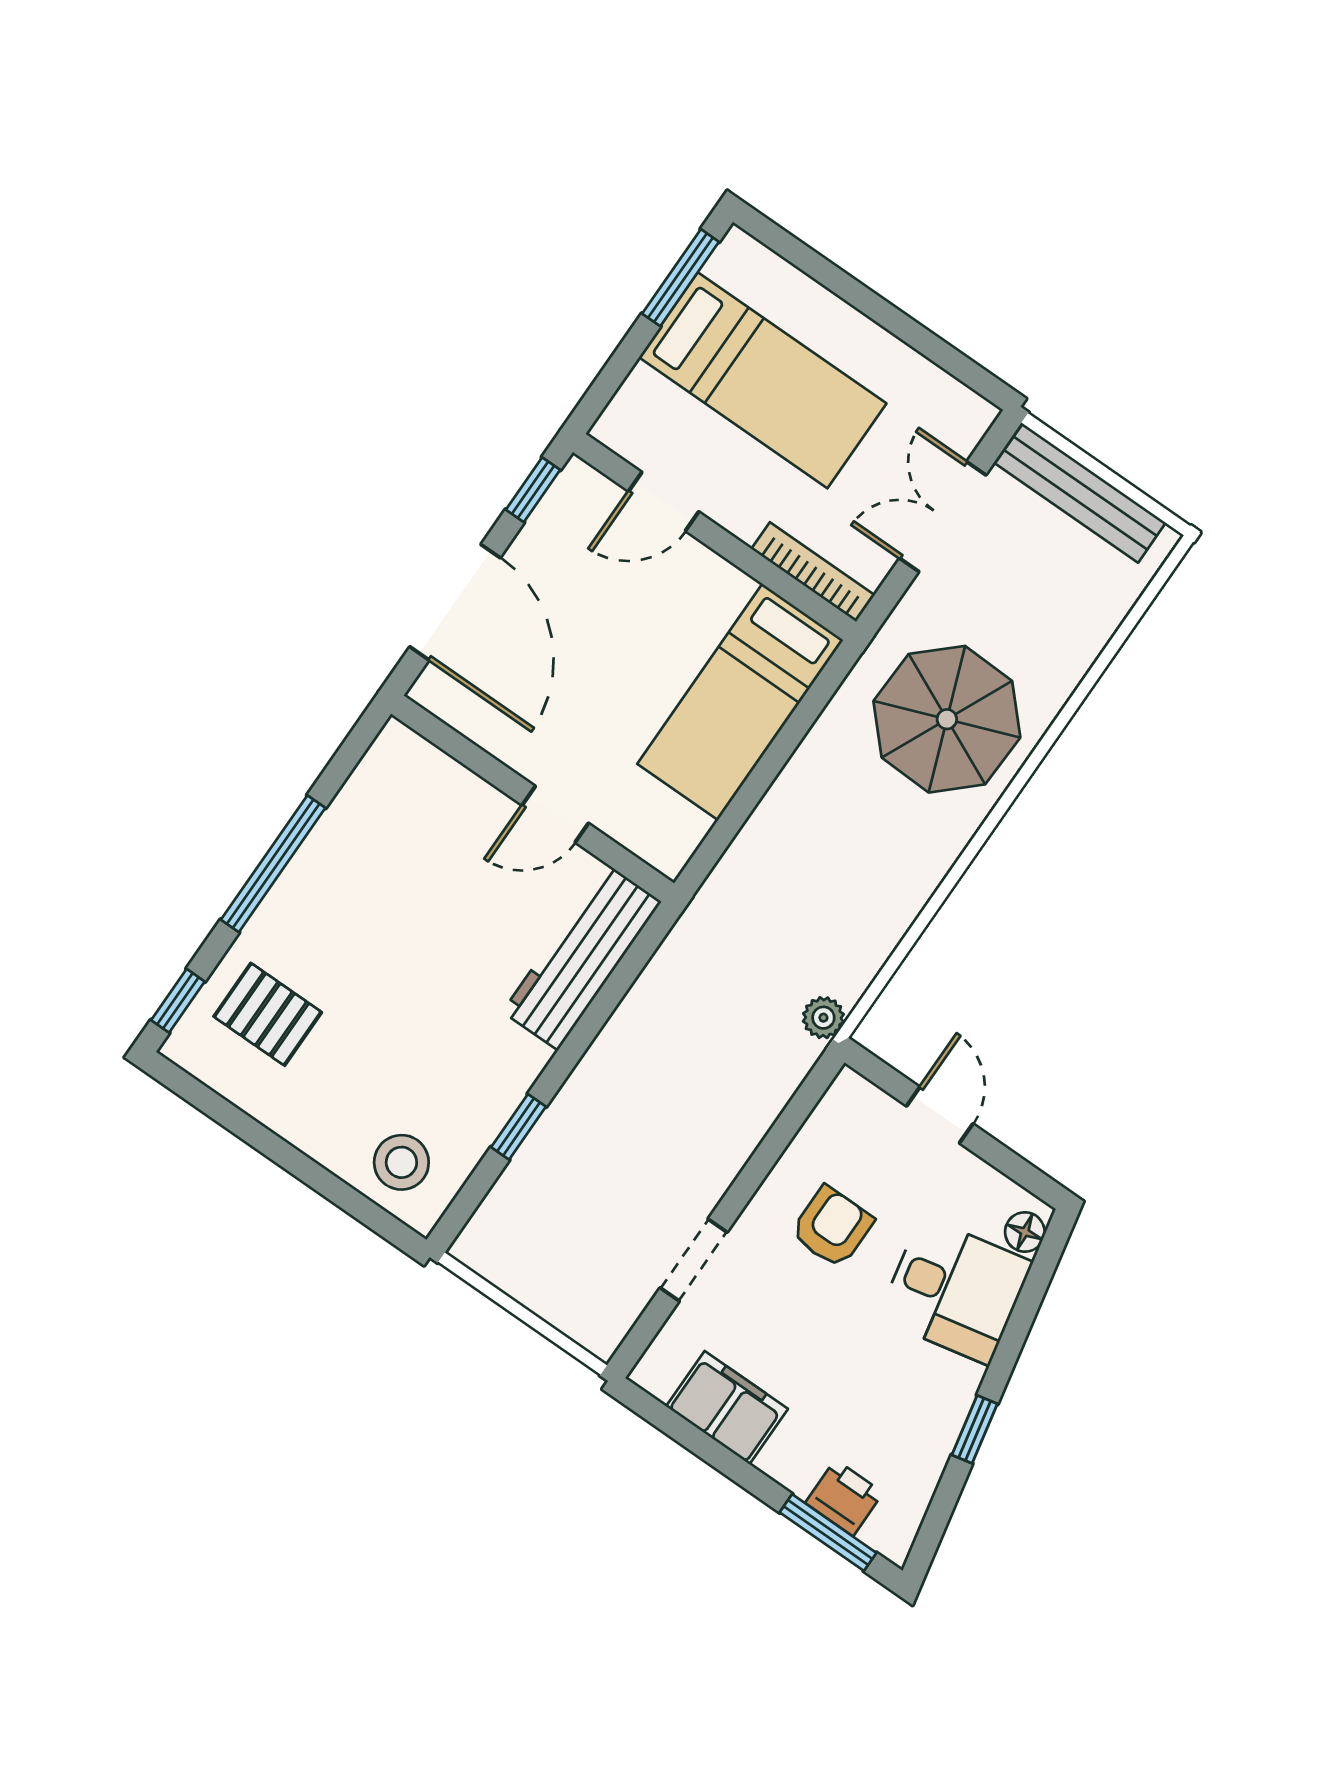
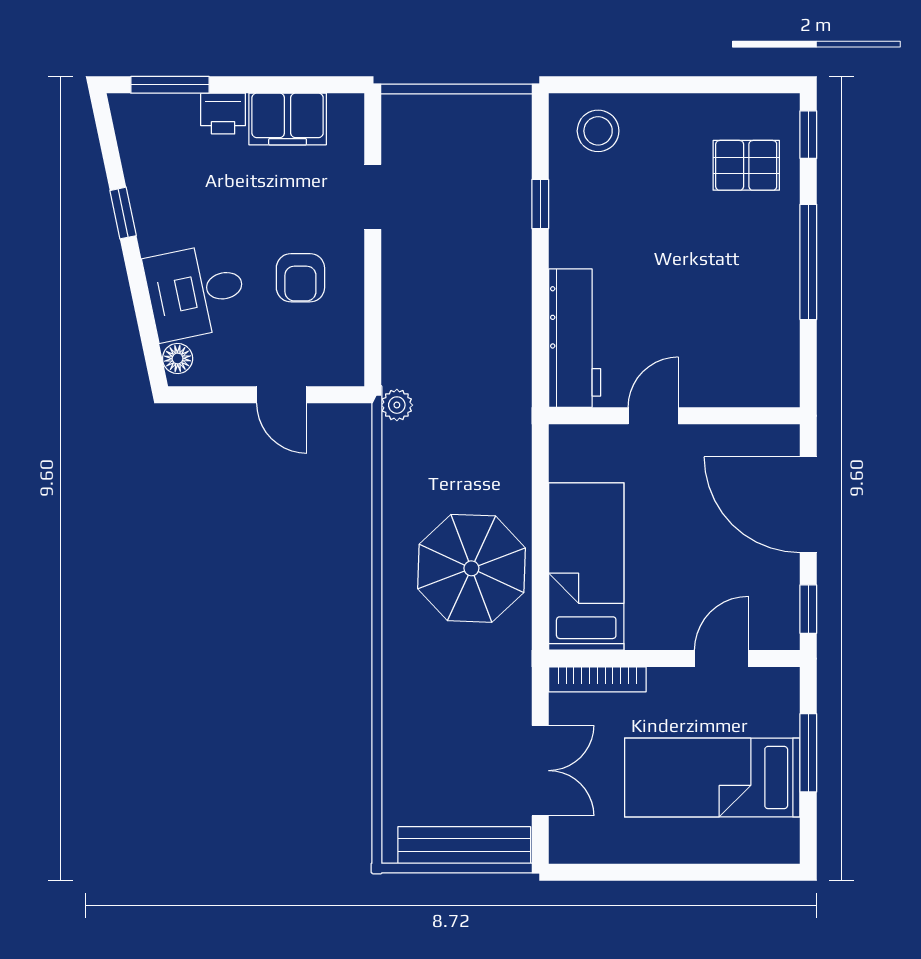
window: (681, 278) -> (808, 753), moved
parasol: (947, 719) -> (471, 568), moved
printer: (844, 1498) -> (223, 114), moved

